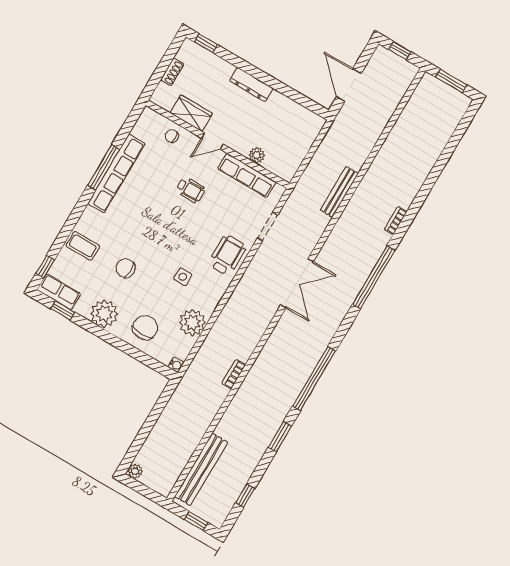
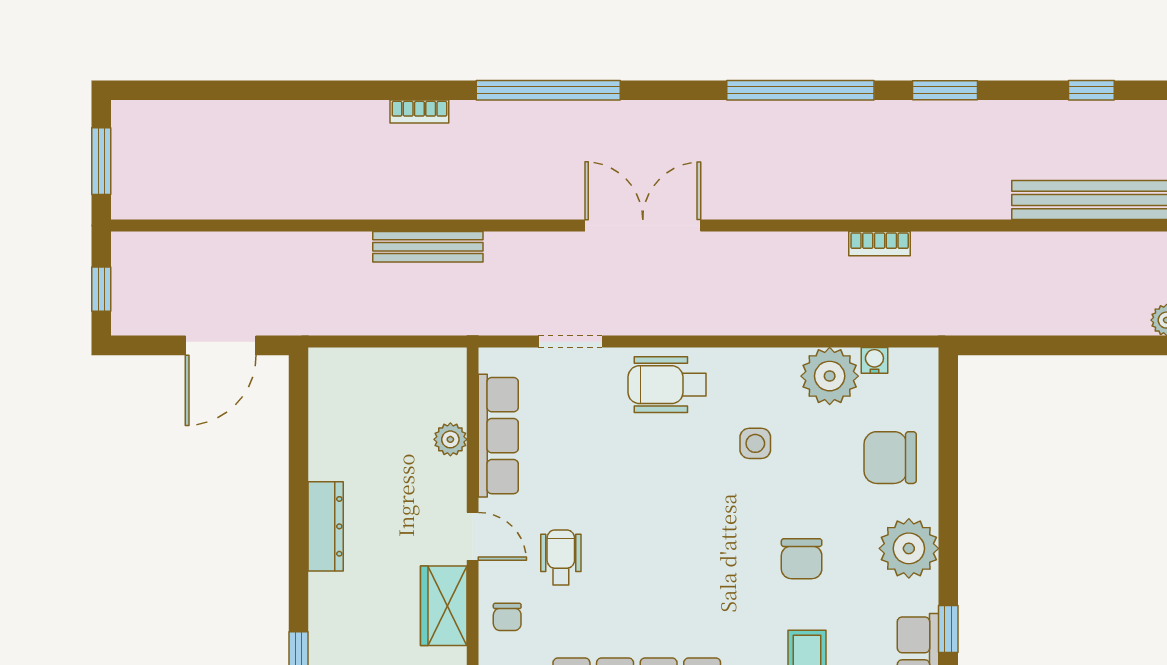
wheelchair: (191, 190) -> (561, 557), moved
water cooler: (176, 365) -> (874, 360), moved

